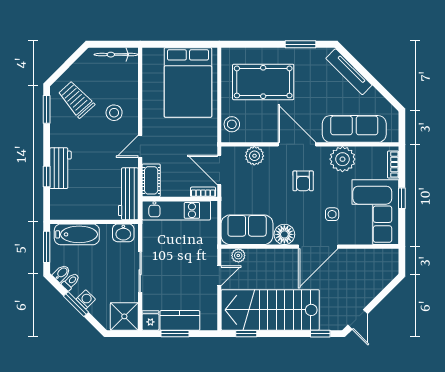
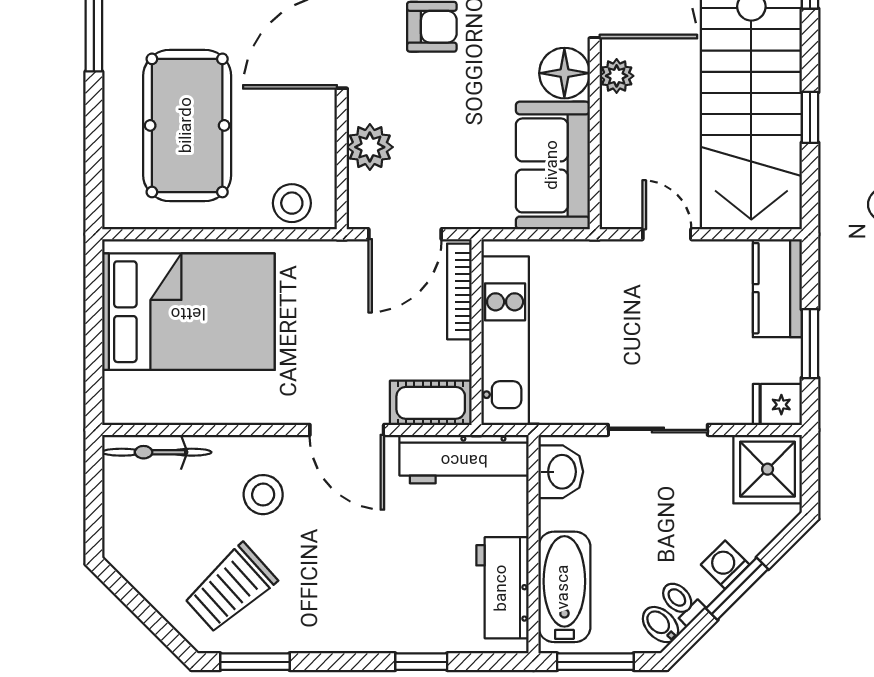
bicycle: (116, 55) -> (157, 452), moved, turned 90
door: (140, 146) -> (347, 430), width x1.38
workbench: (60, 168) -> (502, 588), moved, turned -90
bookcase: (203, 192) -> (459, 291), width x1.56
plant: (238, 255) -> (617, 76), moved
kitchen counter: (180, 320) -> (777, 288), moved
window: (246, 334) -> (810, 117), moved

